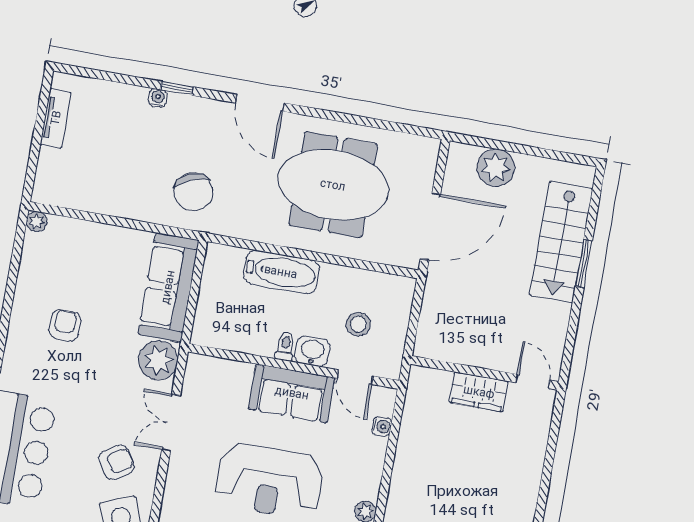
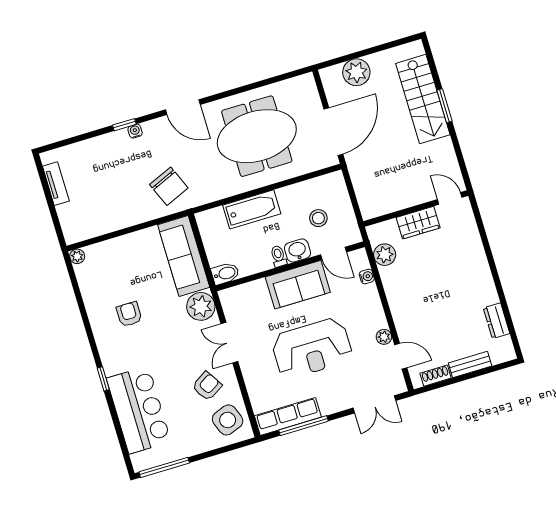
water cooler: (158, 98) -> (135, 131), moved
bidet: (209, 335) -> (225, 273), added
plant: (417, 410) -> (385, 255), added

